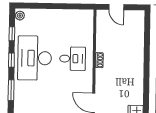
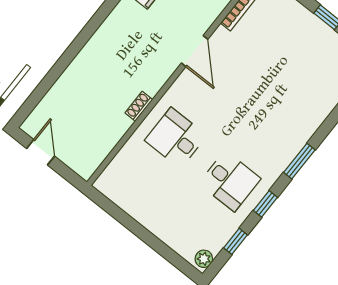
door: (116, 7) -> (41, 152), moved
desk: (35, 58) -> (230, 181), width x0.53, depth x0.77

